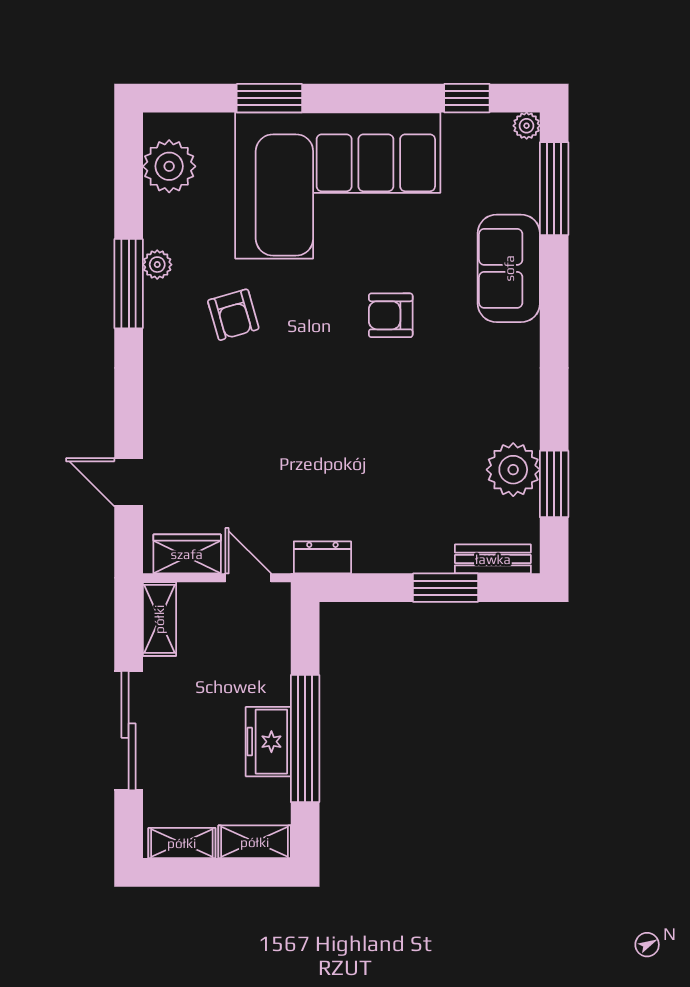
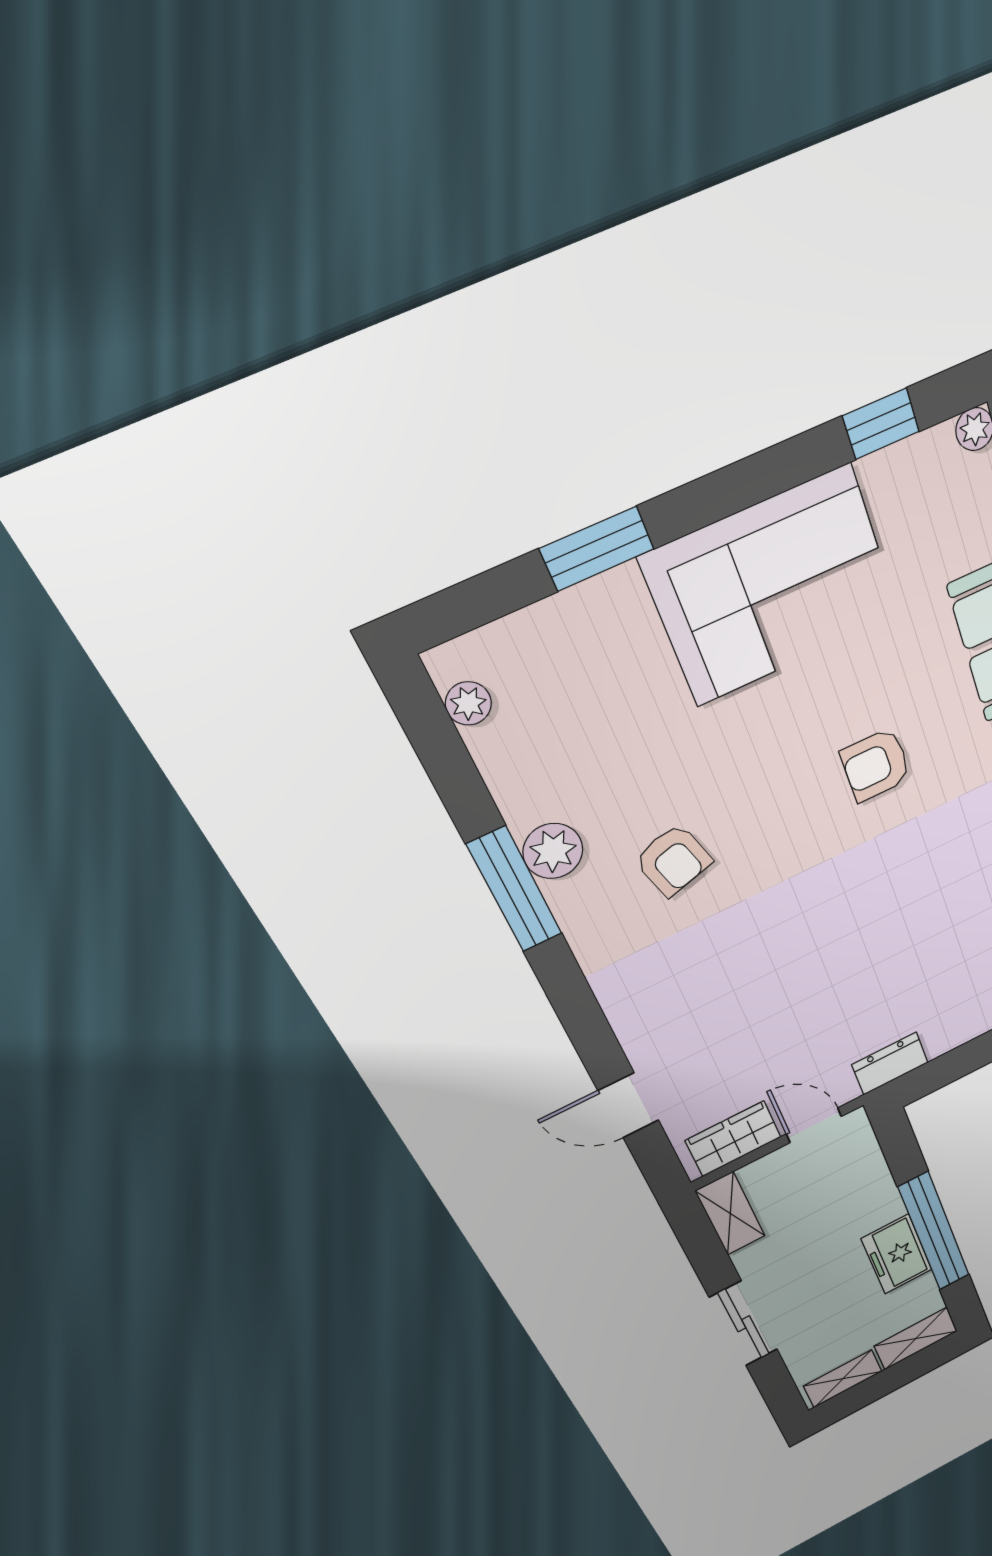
plant: (169, 166) -> (468, 703), width x0.53, depth x0.53
corner sofa: (338, 185) -> (773, 587), width x0.73, depth x0.74
plant: (157, 265) -> (553, 851), width x1.38, depth x1.38
sliding door: (129, 731) -> (744, 1324), width x0.73

